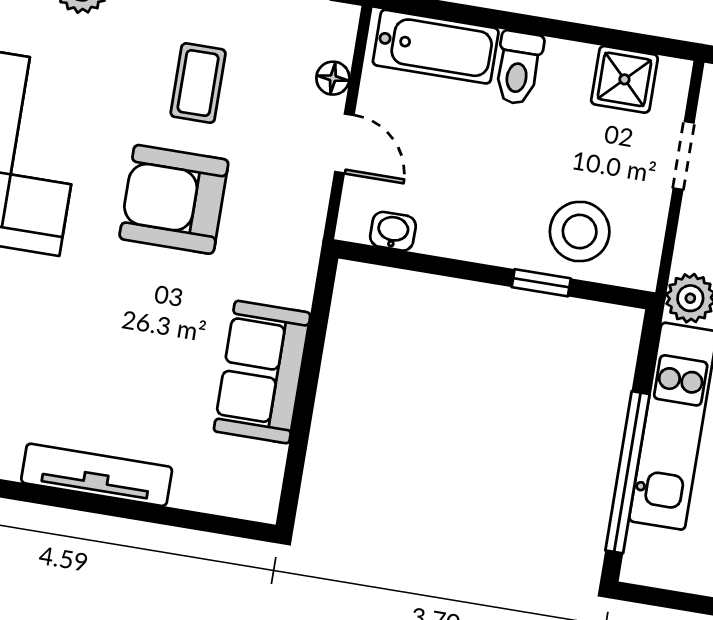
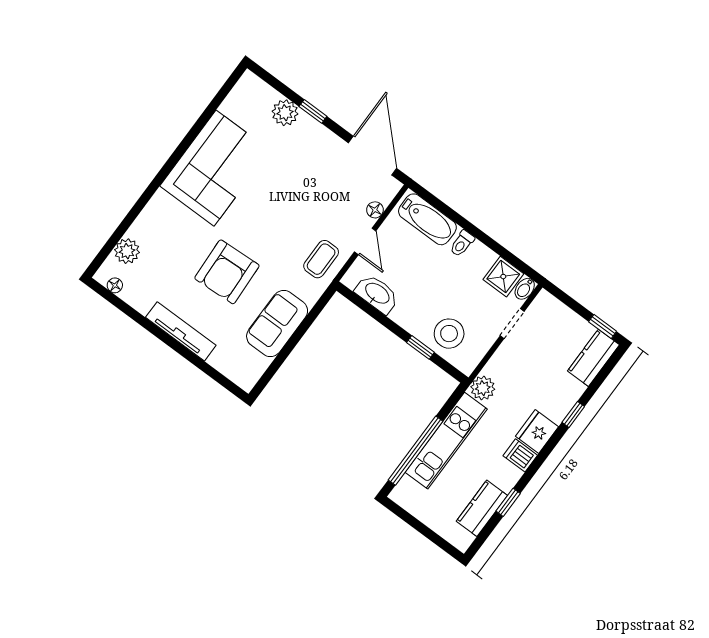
toilet: (518, 68) -> (462, 243), width x0.73, depth x0.72
bidet: (674, 82) -> (525, 289), added
coffee table: (198, 83) -> (321, 259), moved
armchair: (174, 199) -> (227, 272), moved, turned -93
washbasin: (393, 231) -> (377, 294), width x1.91, depth x1.45

